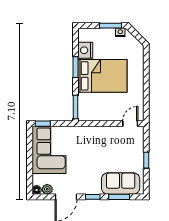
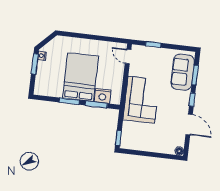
nightstand: (85, 50) -> (102, 96), moved
window: (75, 107) -> (96, 104), moved
corner sofa: (49, 150) -> (141, 100), moved, turned 90
window: (146, 160) -> (153, 44), moved
plant: (47, 189) -> (180, 141), removed

